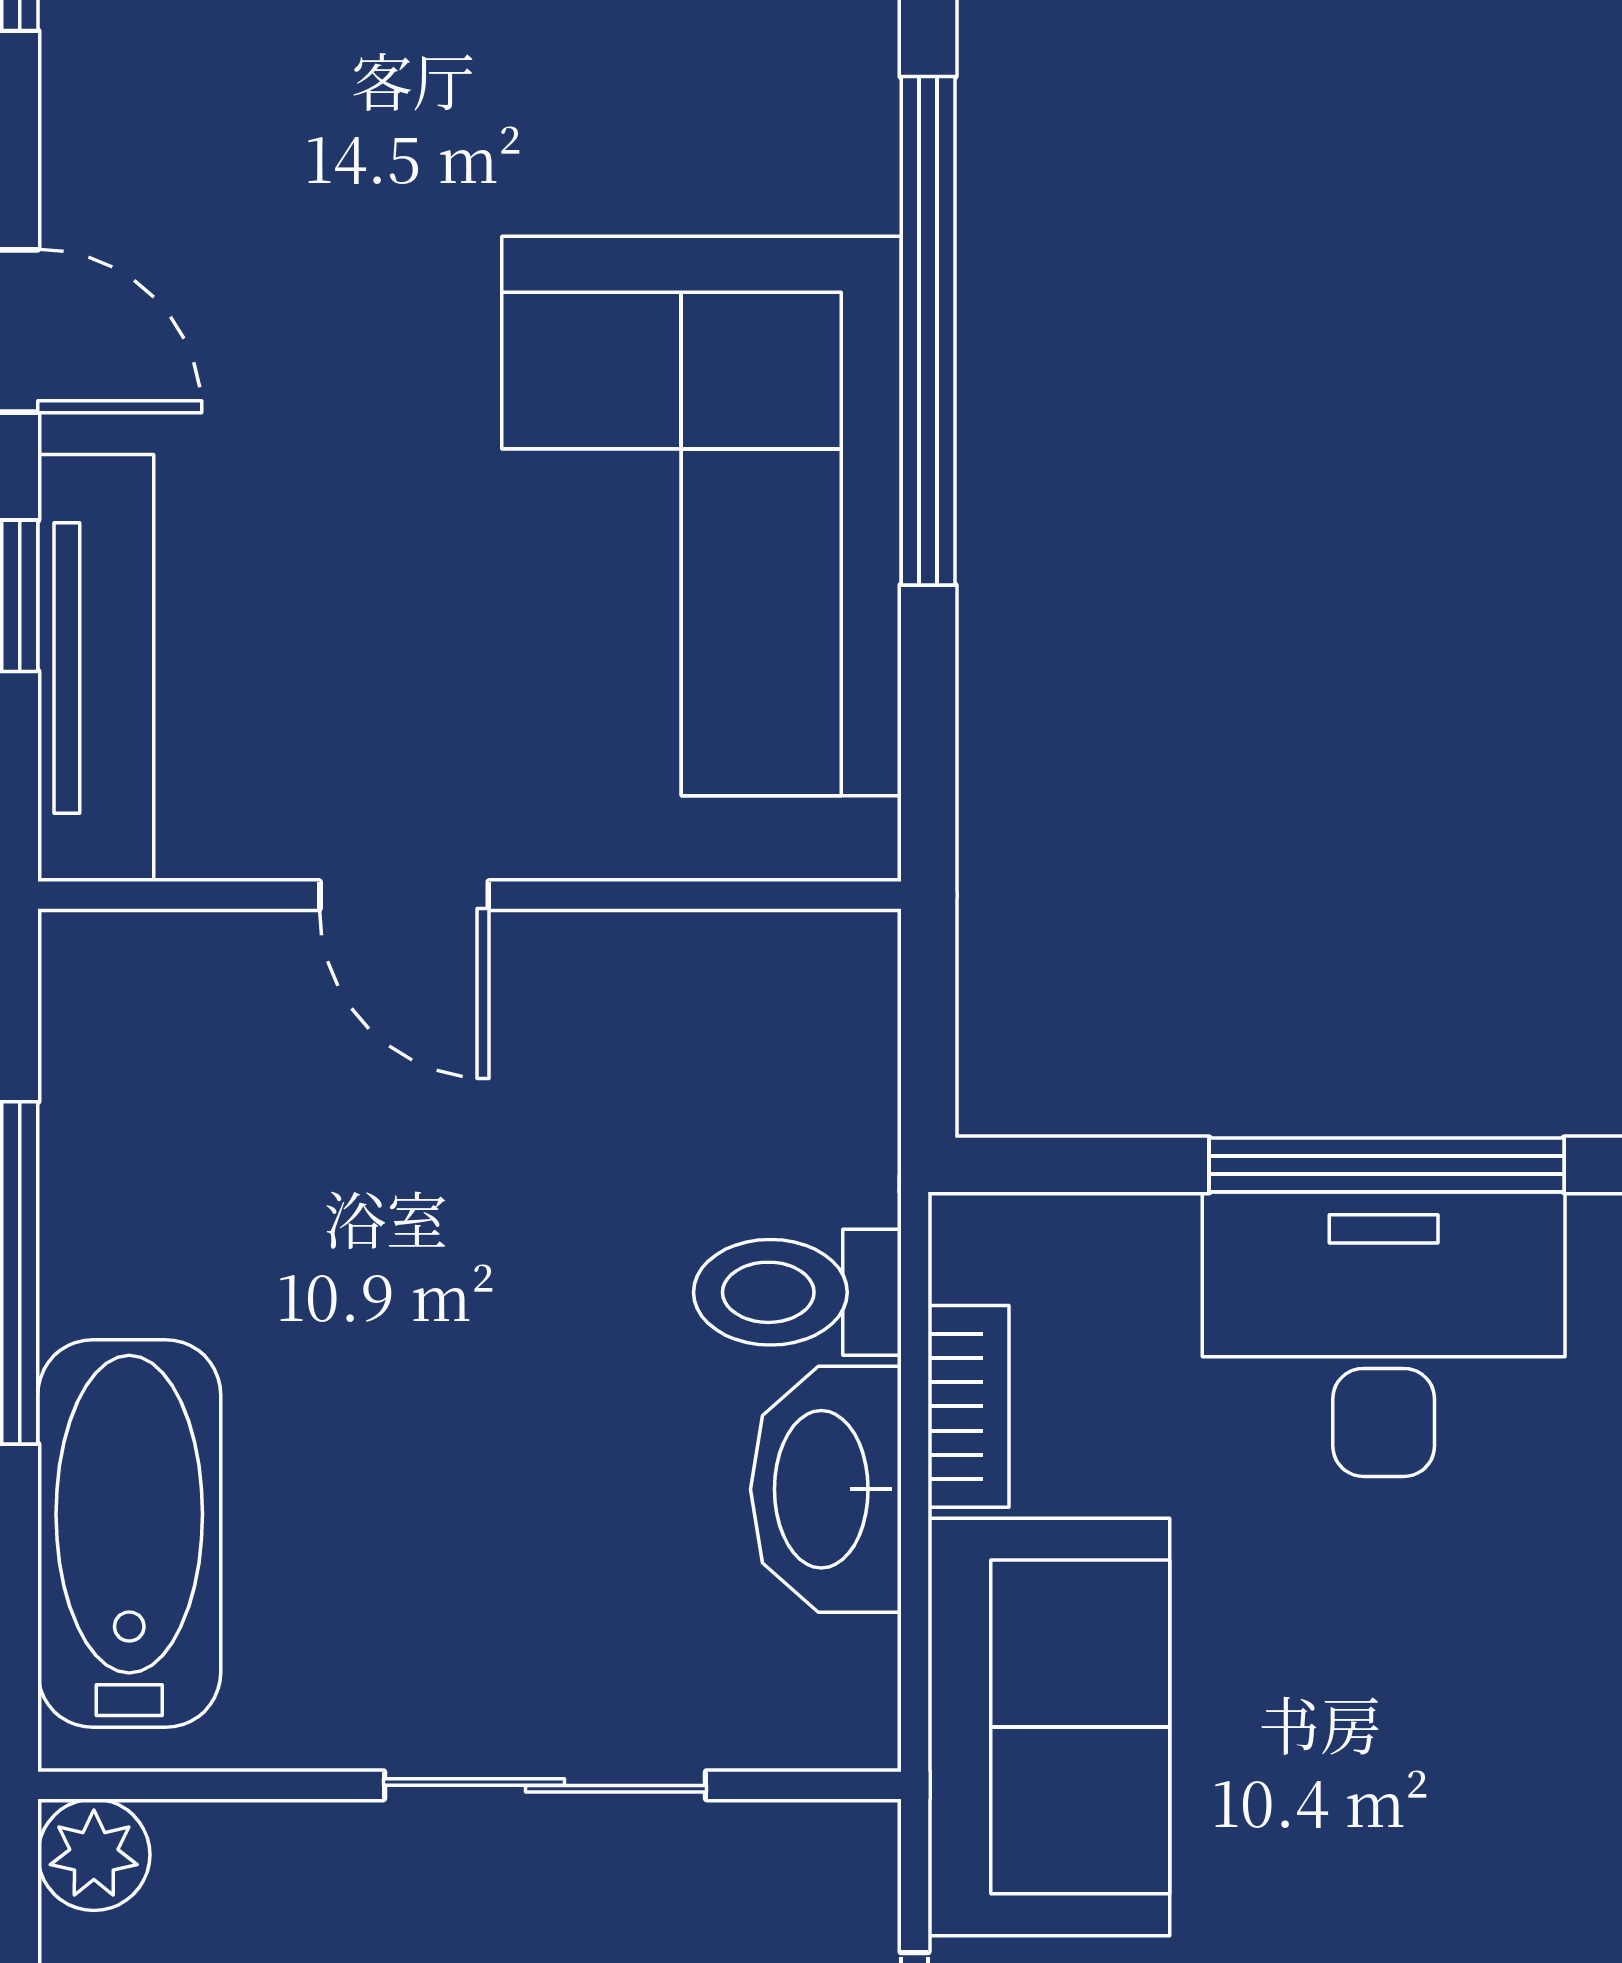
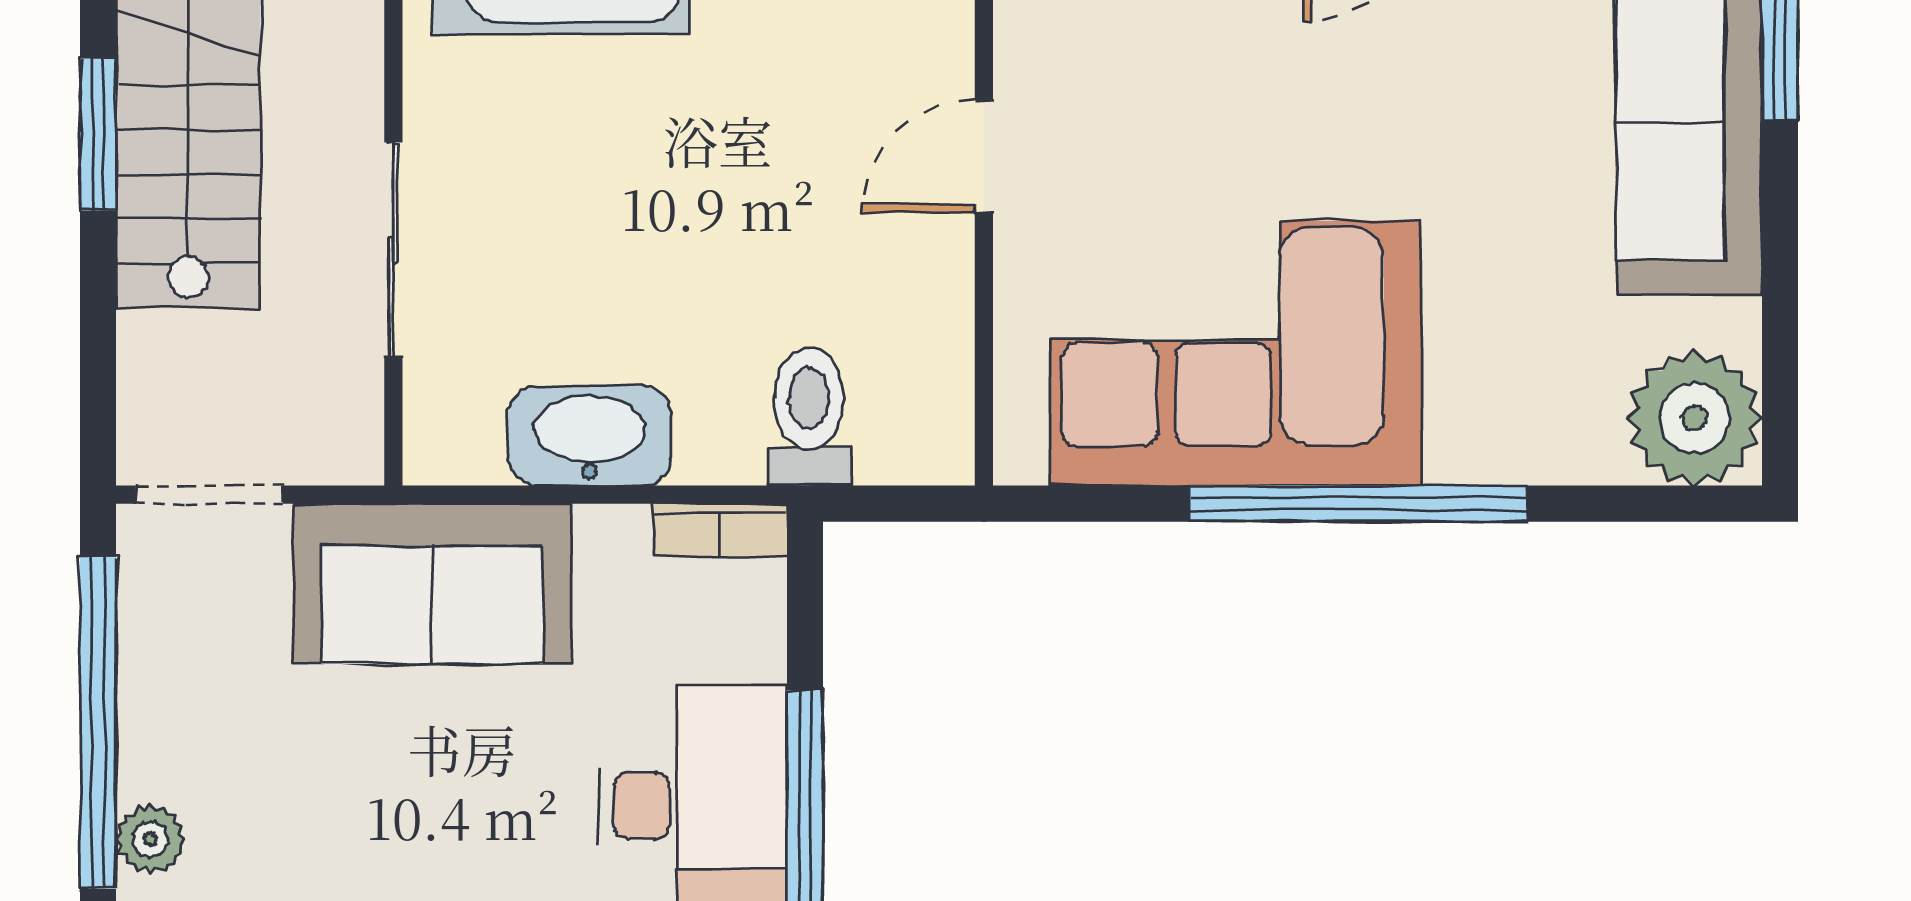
toilet: (797, 1292) -> (809, 417), moved
bookcase: (968, 1406) -> (720, 530), moved

